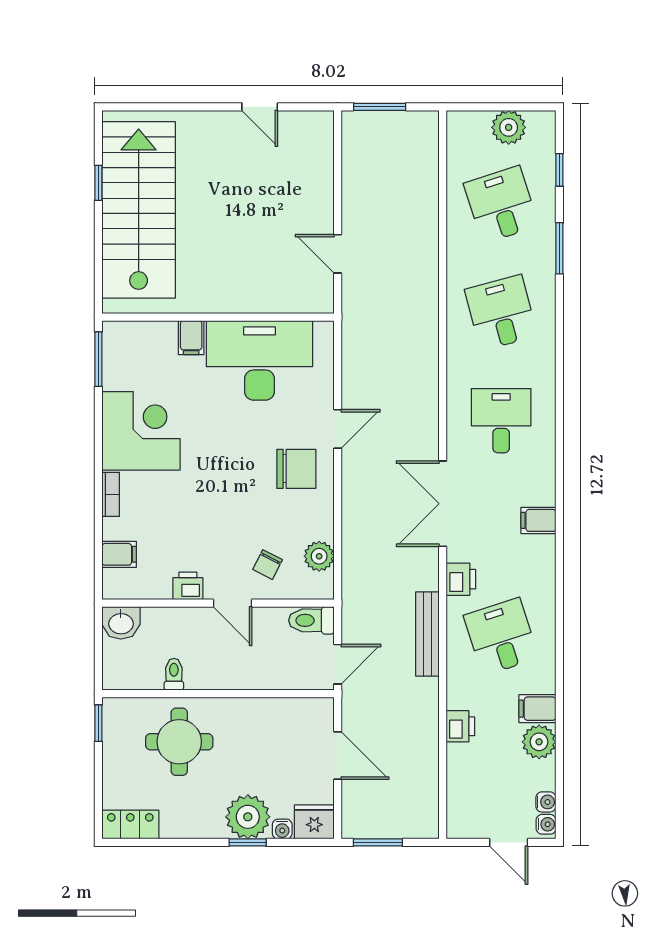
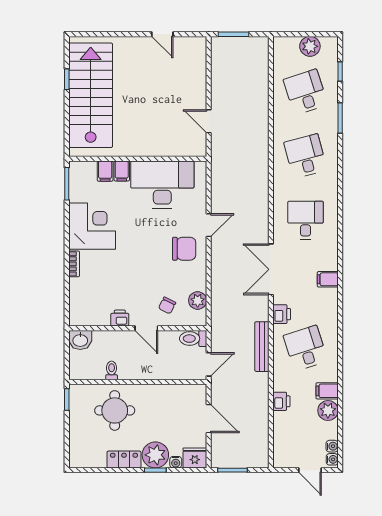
filing cabinet: (119, 554) -> (105, 171), moved, turned 90
locker: (130, 825) -> (124, 460), moved

